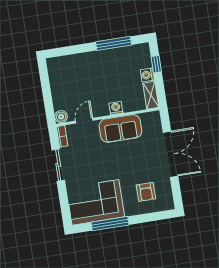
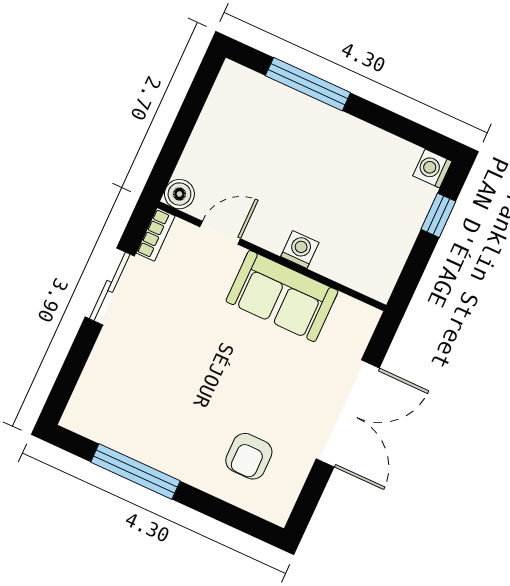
window: (114, 43) -> (308, 84), moved
washing machine: (147, 75) -> (432, 169), moved
shelving: (151, 95) -> (386, 270), removed
corner sofa: (95, 202) -> (134, 410), removed

